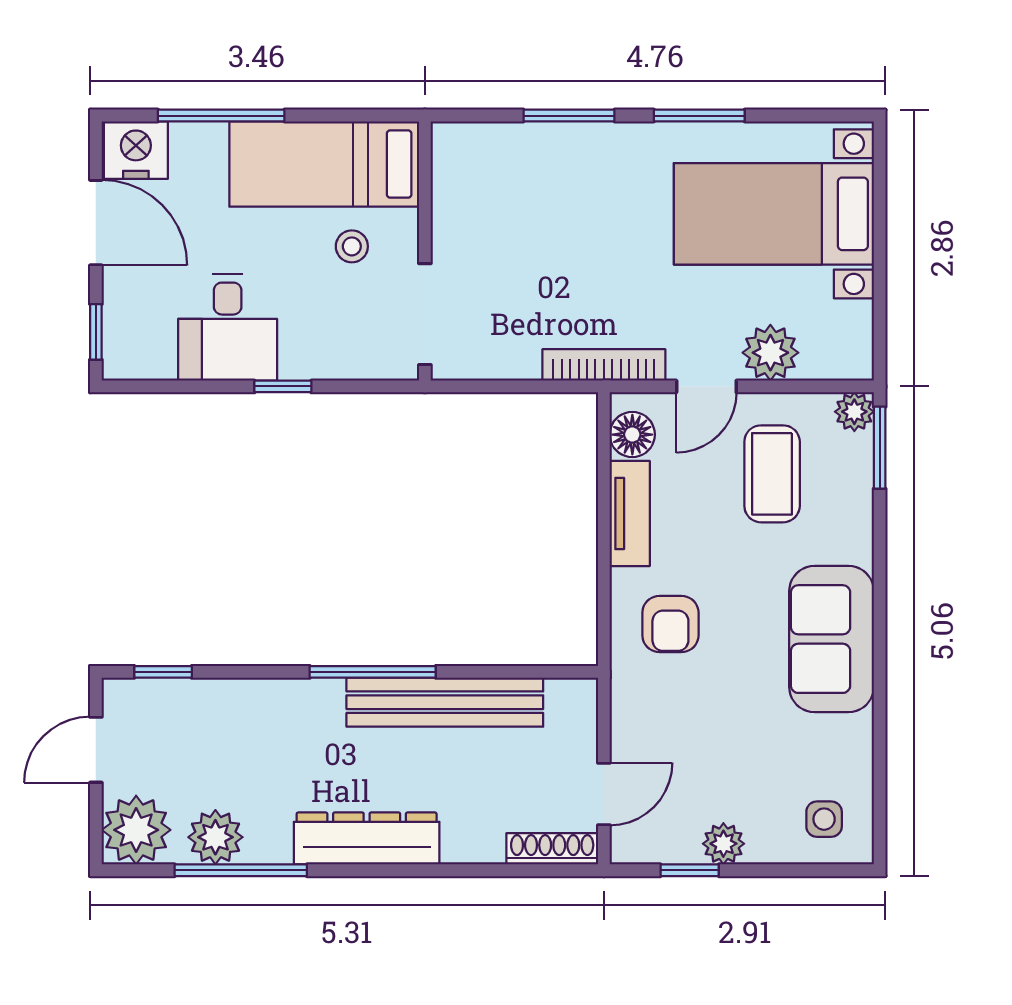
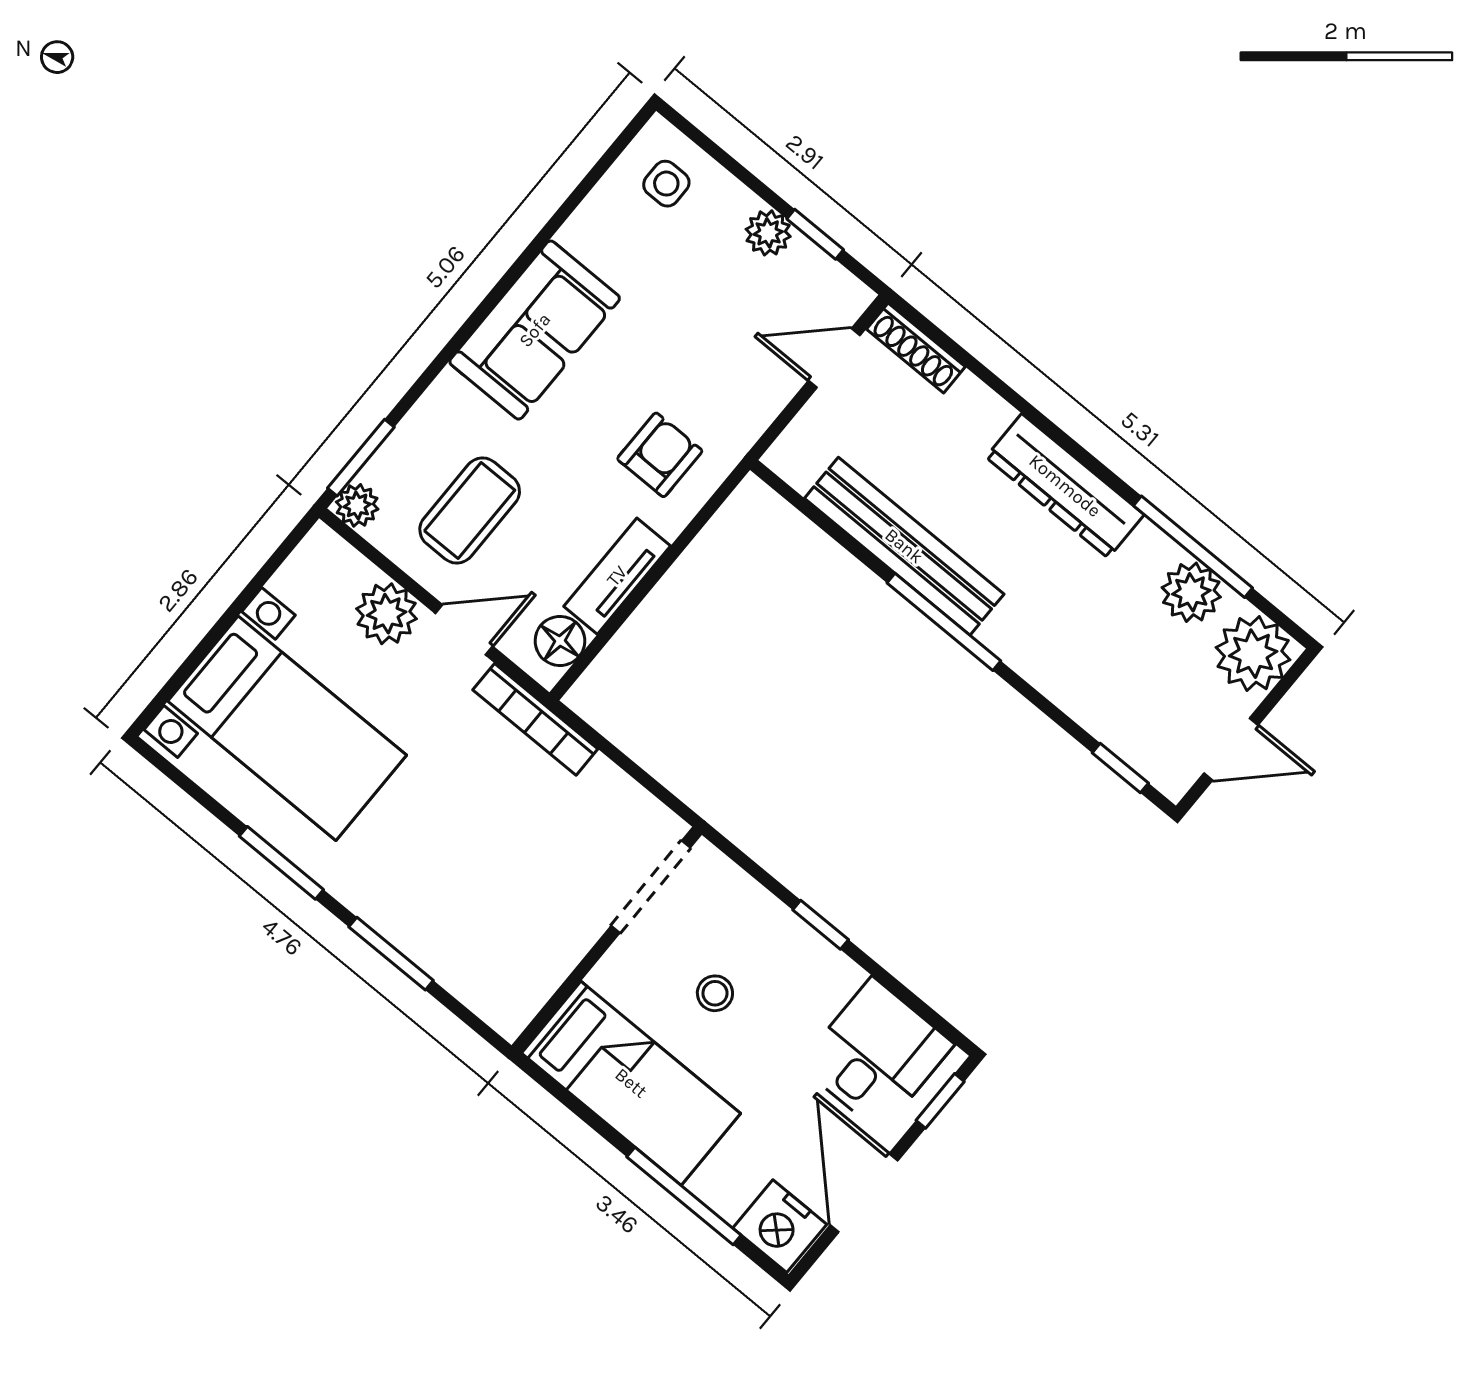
stool: (352, 246) -> (715, 993), moved
desk: (228, 327) -> (876, 1055), moved

